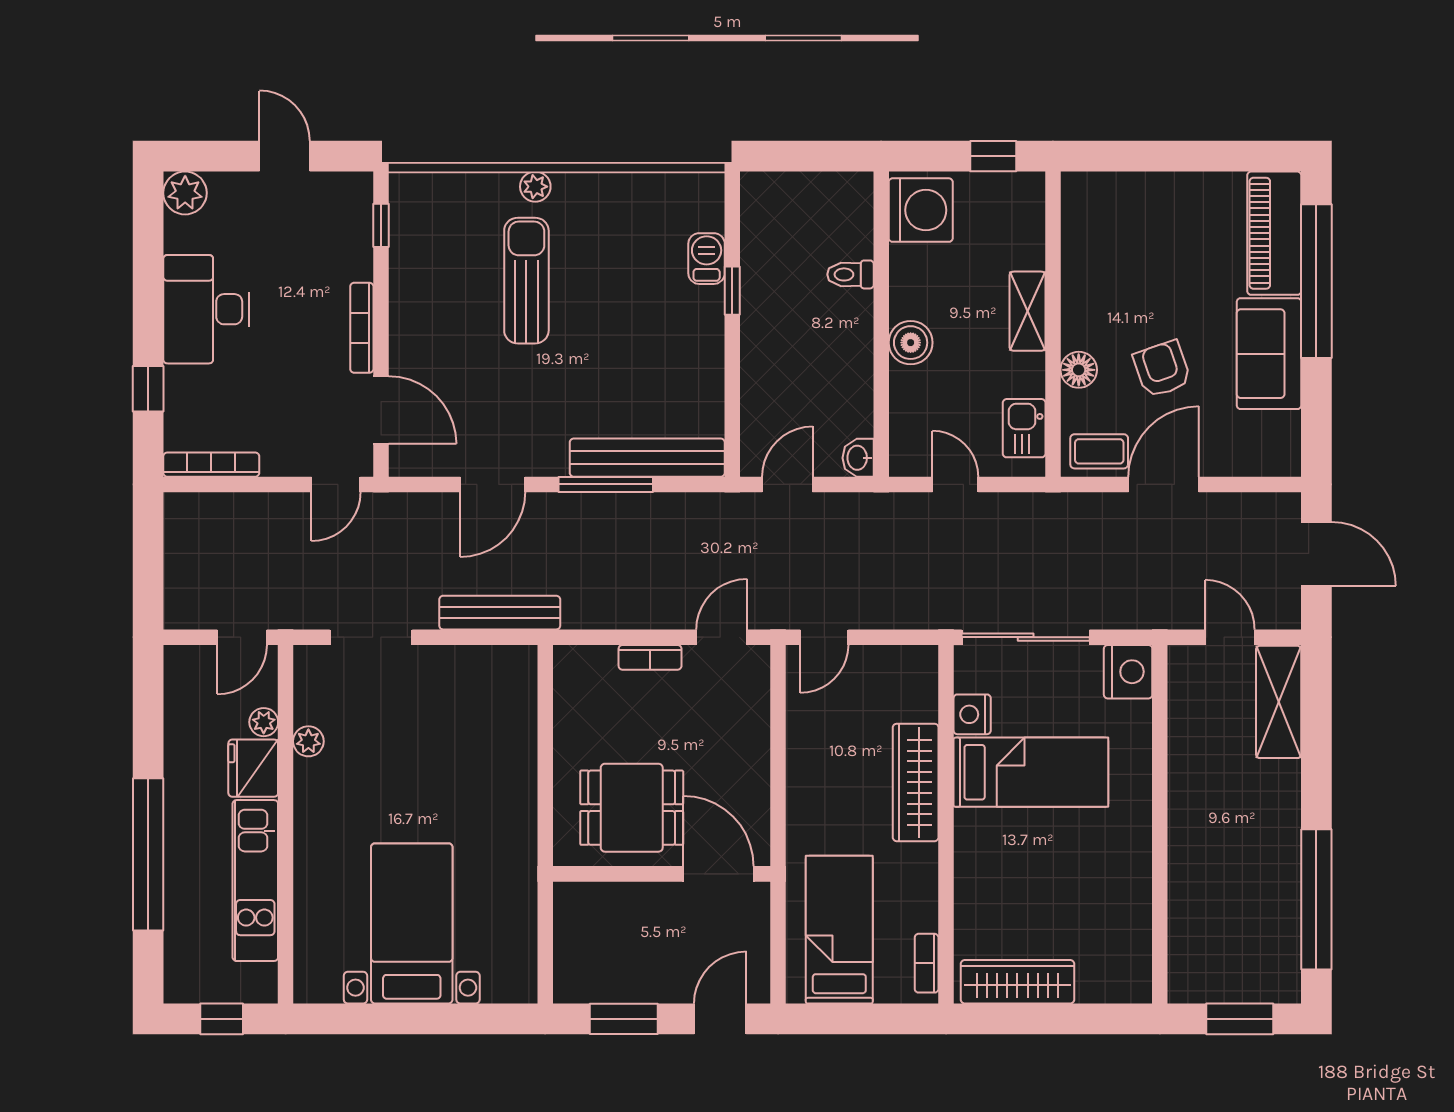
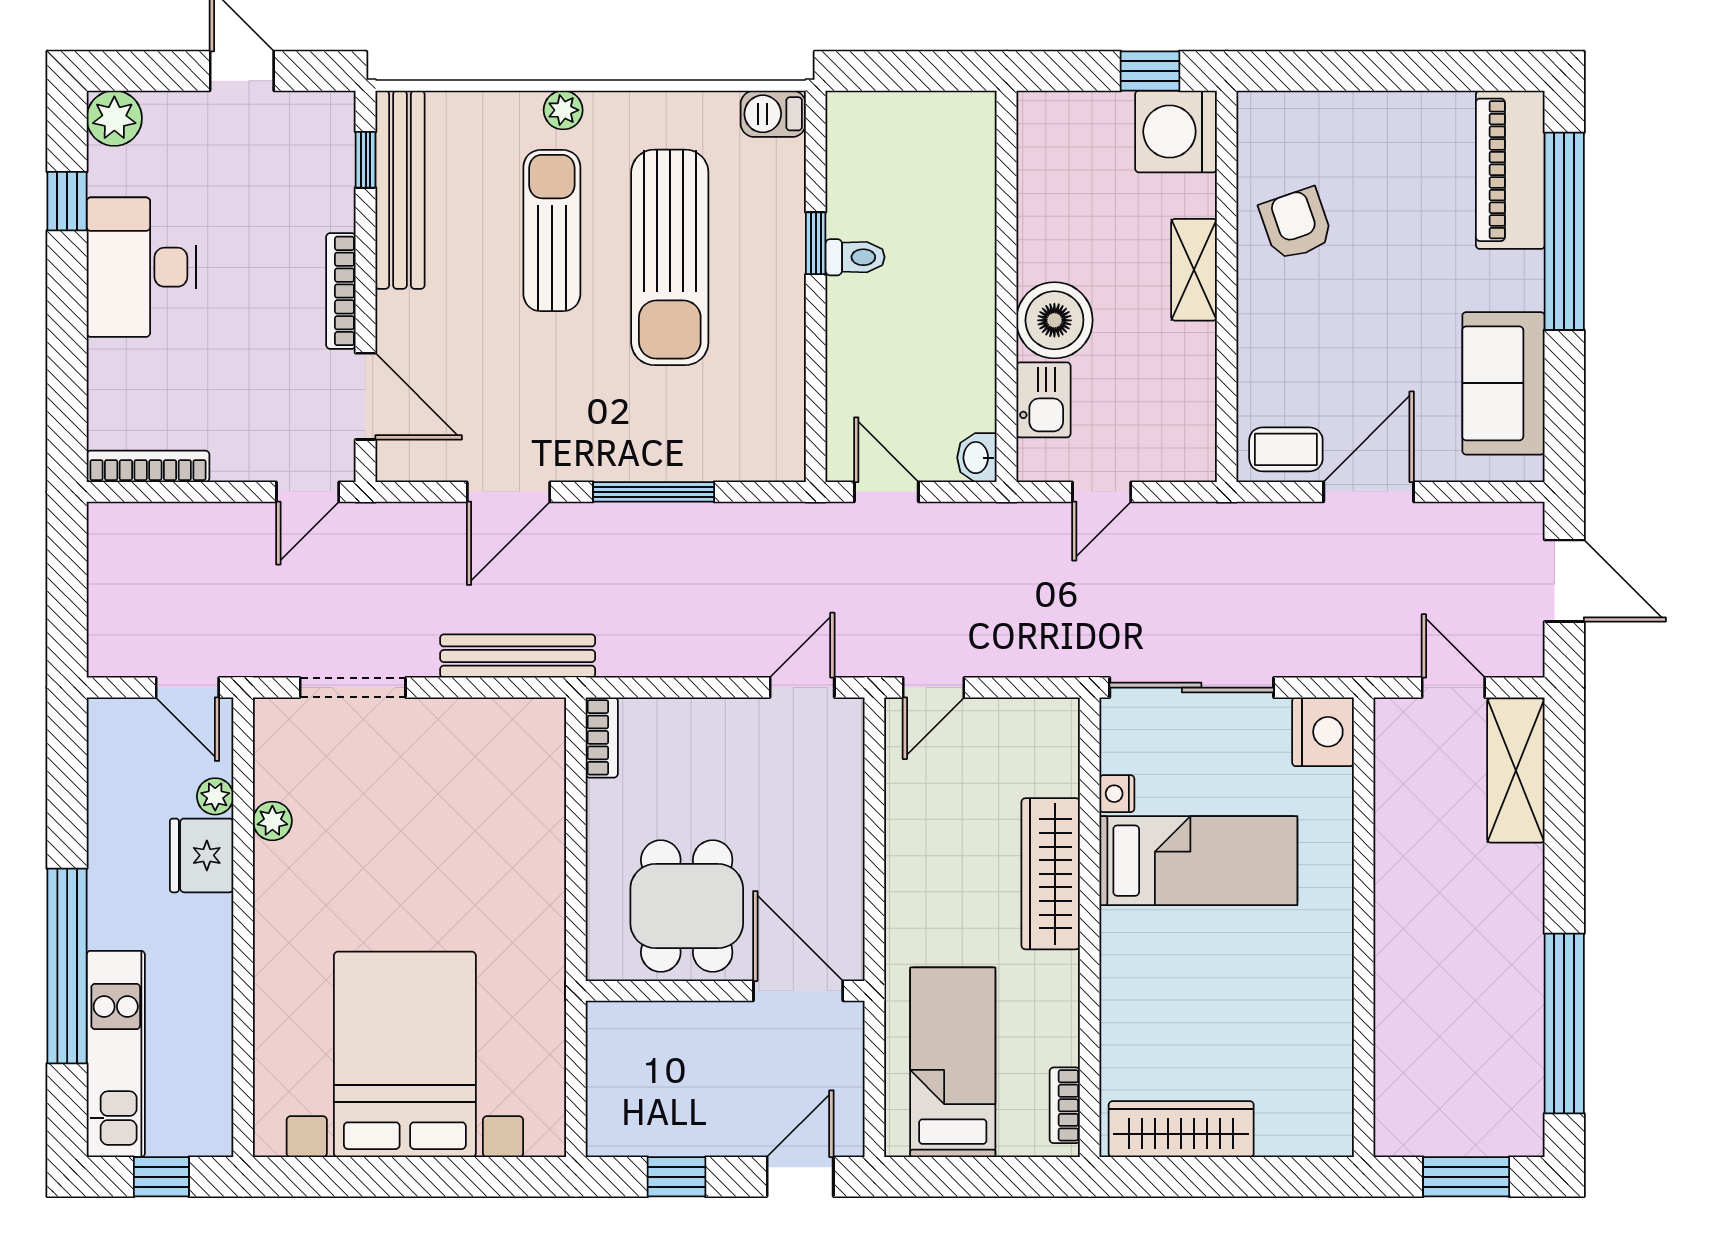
washing machine: (921, 210) -> (1176, 131), moved, turned 180
barbecue: (707, 259) -> (773, 114), moved, turned -90
toilet: (850, 274) -> (855, 257), moved, turned 180
sun lounger: (618, 302) -> (670, 257), added
boiler: (911, 343) -> (1054, 320), width x1.37, depth x1.37
sofa: (1269, 354) -> (1503, 383), moved
armchair: (1162, 369) -> (1296, 224), moved
floor lamp: (1079, 370) -> (1260, 345), removed
window: (148, 389) -> (67, 201), moved
kitchen sink: (1024, 428) -> (1043, 400), moved, turned 180
bench: (647, 458) -> (400, 190), moved, turned 90
door: (787, 484) -> (886, 492), hinge flipped
door: (955, 484) -> (1102, 492), swing flipped
door: (242, 637) -> (187, 688), hinge flipped
bookcase: (650, 657) -> (602, 737), moved, turned -90
nightstand: (972, 714) -> (1117, 794), width x0.72, depth x0.74
dining table: (632, 808) -> (687, 906), turned 90
kitchen unit: (255, 881) -> (116, 1054), moved, turned 180
bed with nightstands: (412, 923) -> (405, 1054), width x1.36
window: (624, 1019) -> (677, 1177), width x0.67

